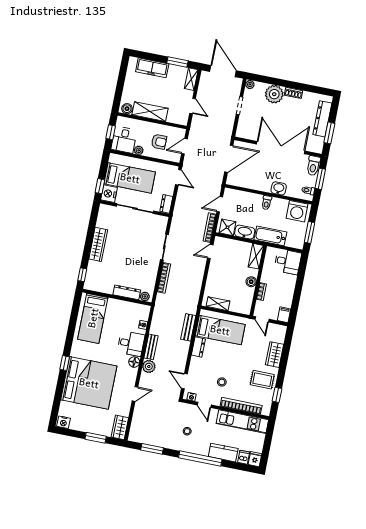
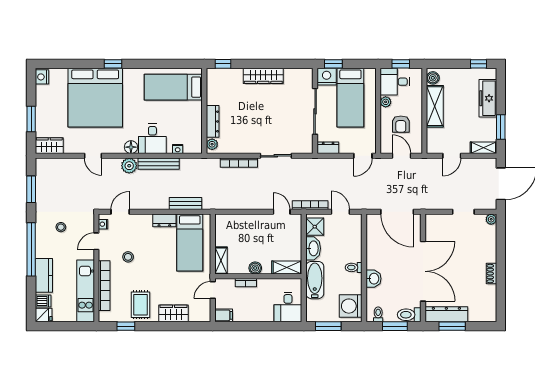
window: (123, 70) -> (479, 64), added
plant: (274, 94) -> (485, 251), removed
dresser: (322, 119) -> (446, 314), moved
shelving: (218, 304) -> (221, 261), moved
bench: (151, 347) -> (159, 164), width x1.36

